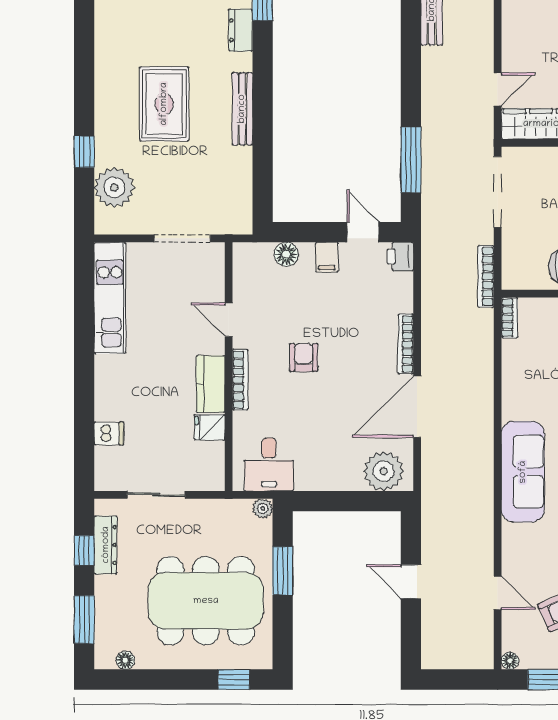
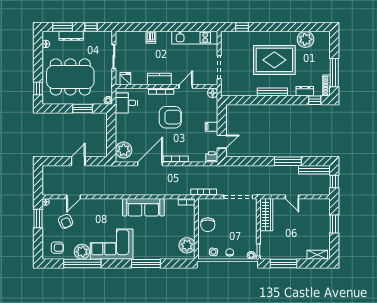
door: (498, 89) -> (292, 197), moved
rug: (164, 104) -> (274, 60), width x1.37, depth x1.44
window: (84, 152) -> (242, 27), moved
window: (411, 160) -> (288, 161), moved
plant: (114, 187) -> (306, 39), moved
floor lamp: (286, 254) -> (213, 93), moved
armchair: (304, 357) -> (170, 117), width x1.88, depth x1.88
door: (417, 407) -> (150, 164), hinge flipped
fridge: (210, 427) -> (125, 79), moved
dishwasher: (109, 433) -> (151, 37), moved
sofa: (523, 472) -> (143, 207), moved
dresser: (106, 545) -> (71, 36), moved
dining table: (206, 601) -> (70, 77), turned 90

